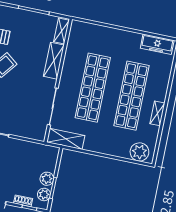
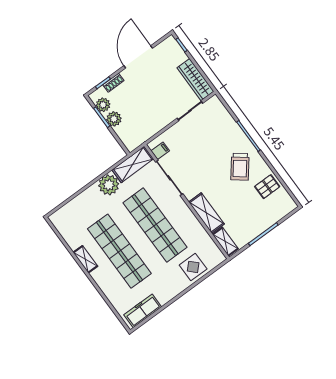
display table: (98, 37) -> (193, 267), added
filing cabinet: (40, 129) -> (160, 151), added
plant: (139, 152) -> (109, 185), moved

